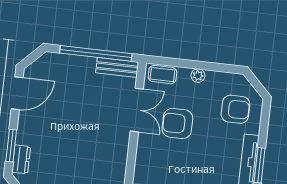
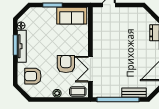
bench: (117, 67) -> (134, 93), moved
armchair: (177, 123) -> (66, 64), turned -90

